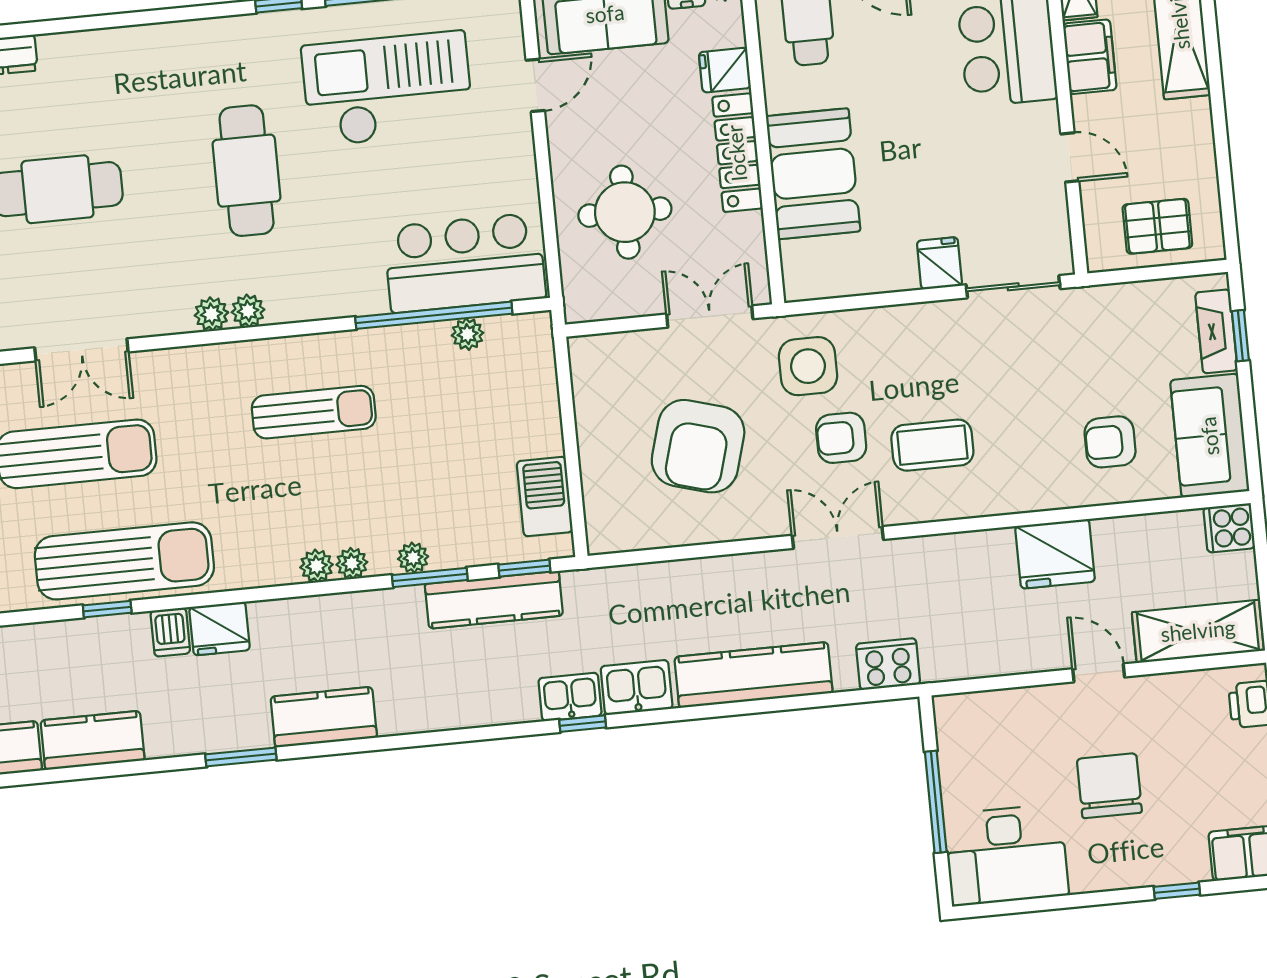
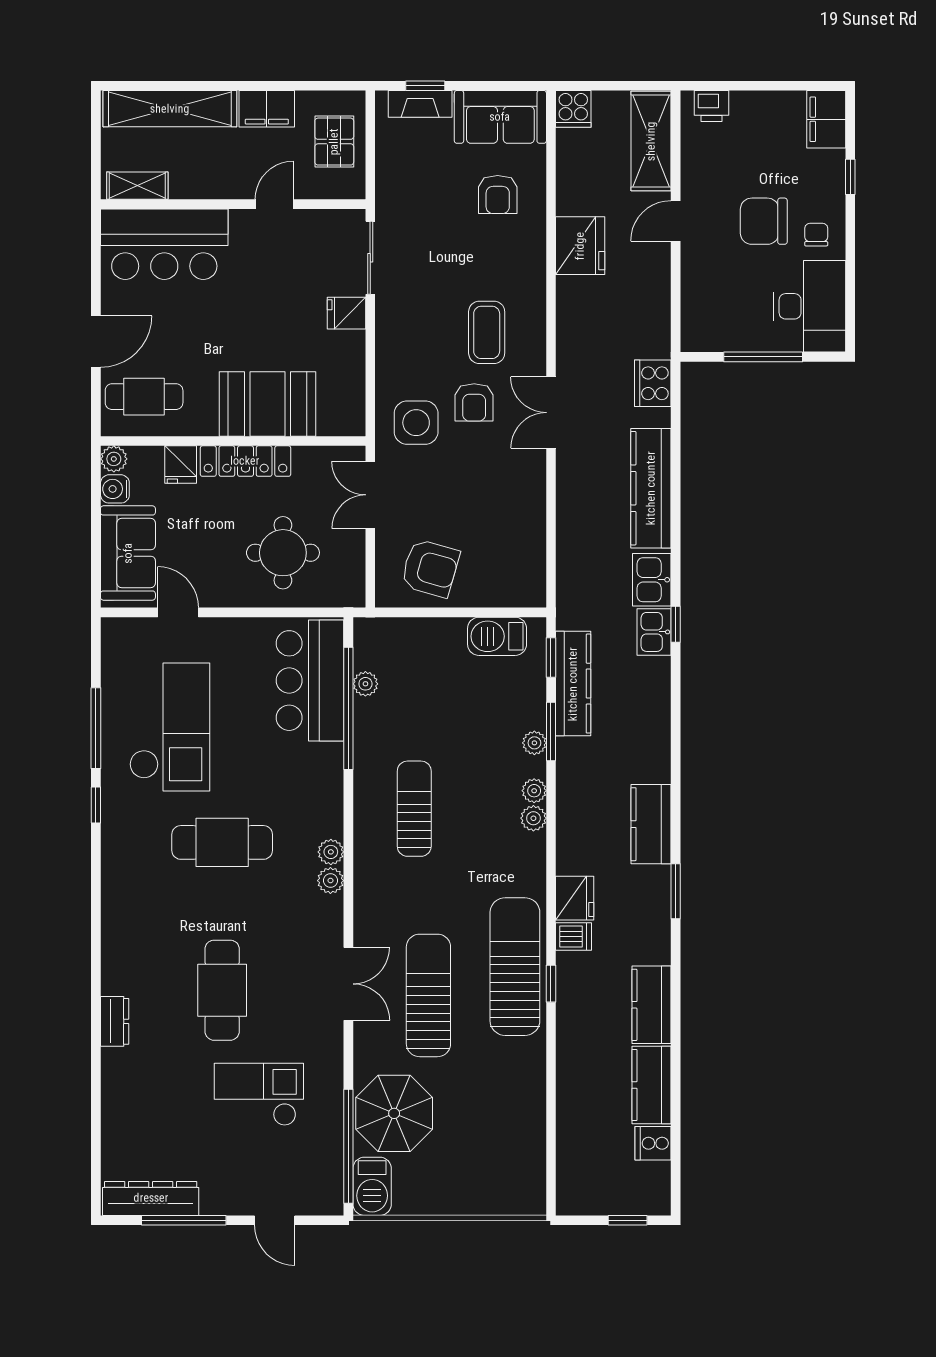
filing cabinet: (1090, 57) -> (267, 109), moved, turned 180
checkout: (388, 89) -> (170, 727), turned 180
armchair: (698, 446) -> (430, 568), moved, width x0.73, depth x0.73
chair: (1099, 855) -> (816, 235), added

